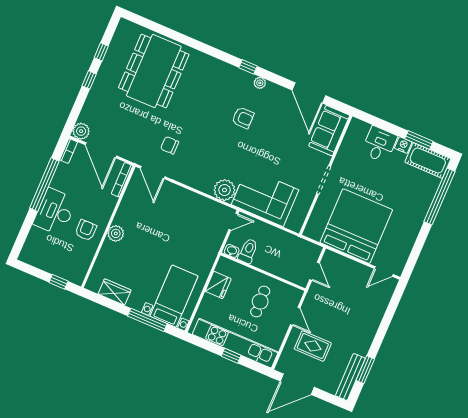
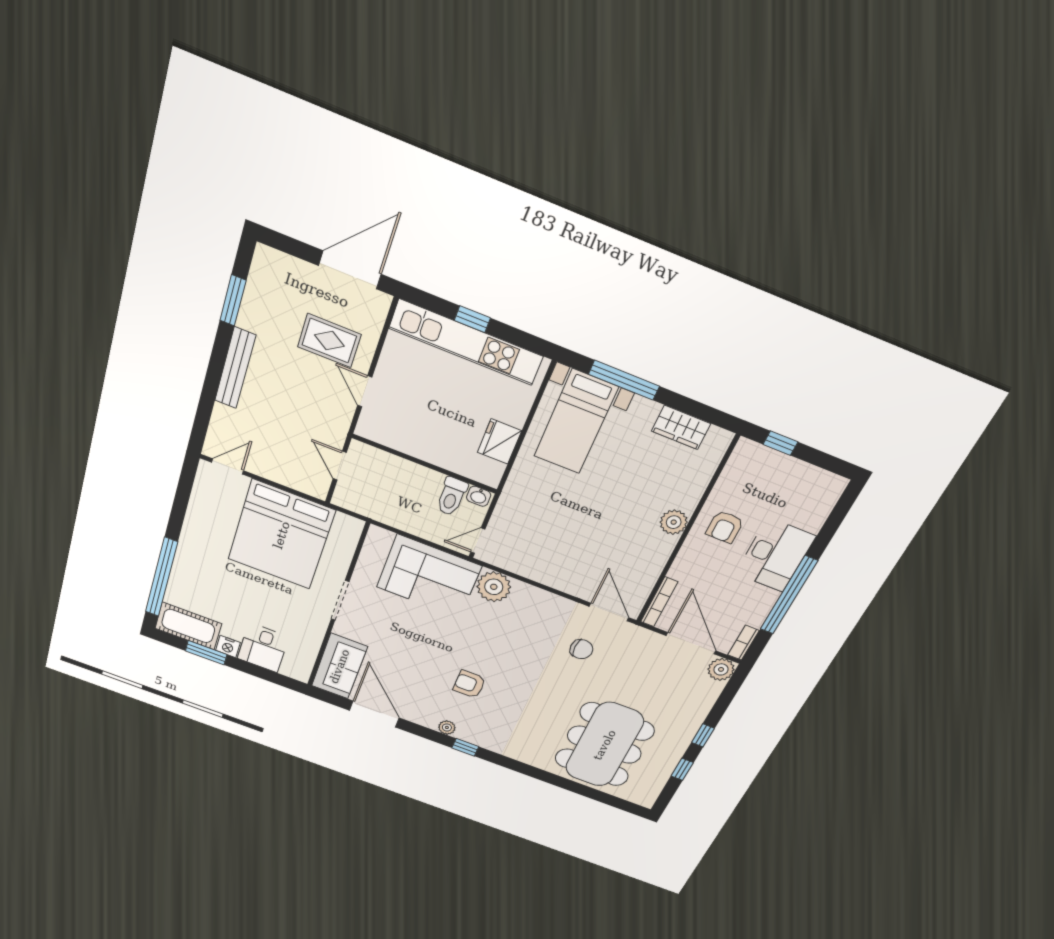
cafe table: (260, 302) -> (426, 415), removed
bench: (350, 377) -> (235, 368), moved

